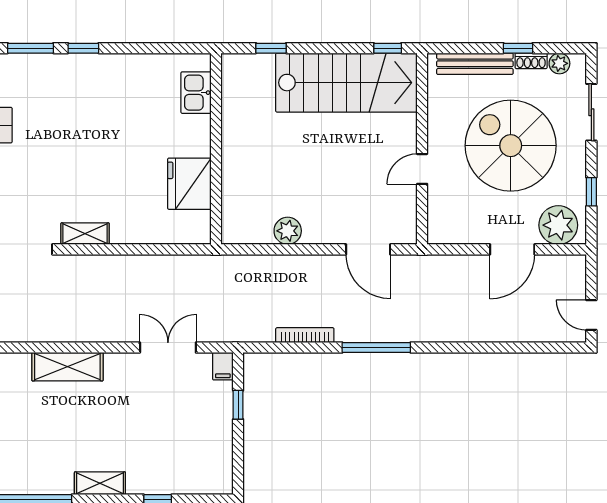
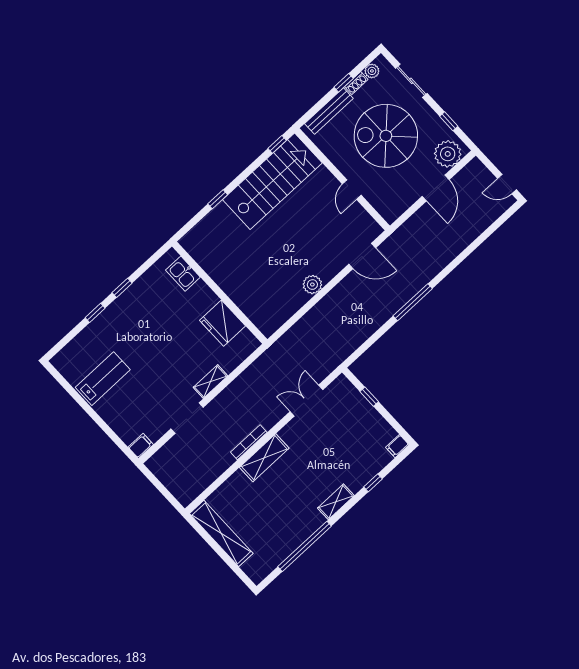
window: (30, 48) -> (95, 313), width x0.67
kitchen sink: (196, 93) -> (183, 274), moved
wall: (216, 149) -> (220, 293), moved
fridge: (189, 184) -> (223, 323), moved
bookcase: (305, 335) -> (249, 442), moved
filing cabinet: (223, 366) -> (397, 446), moved, turned 90

